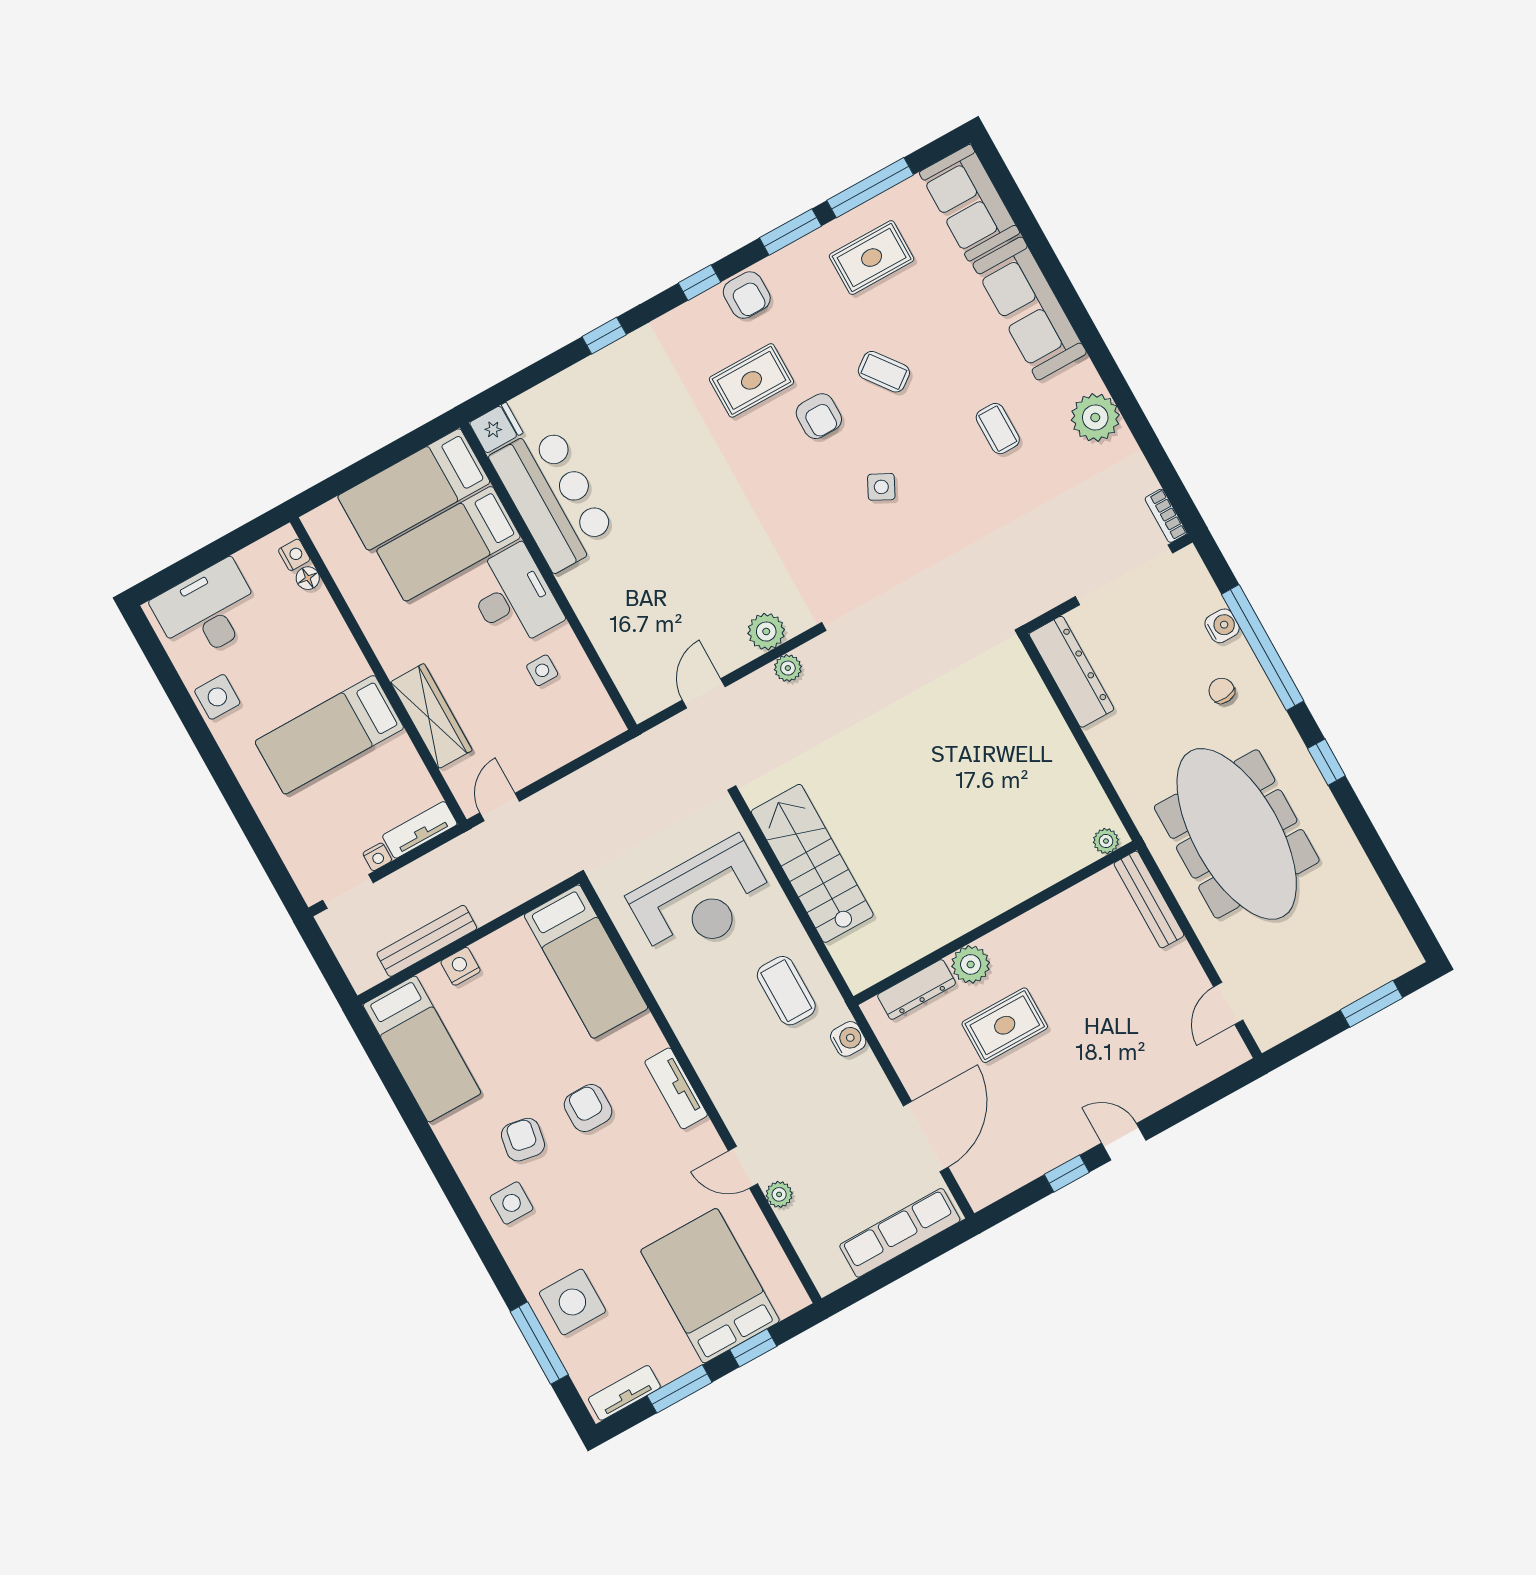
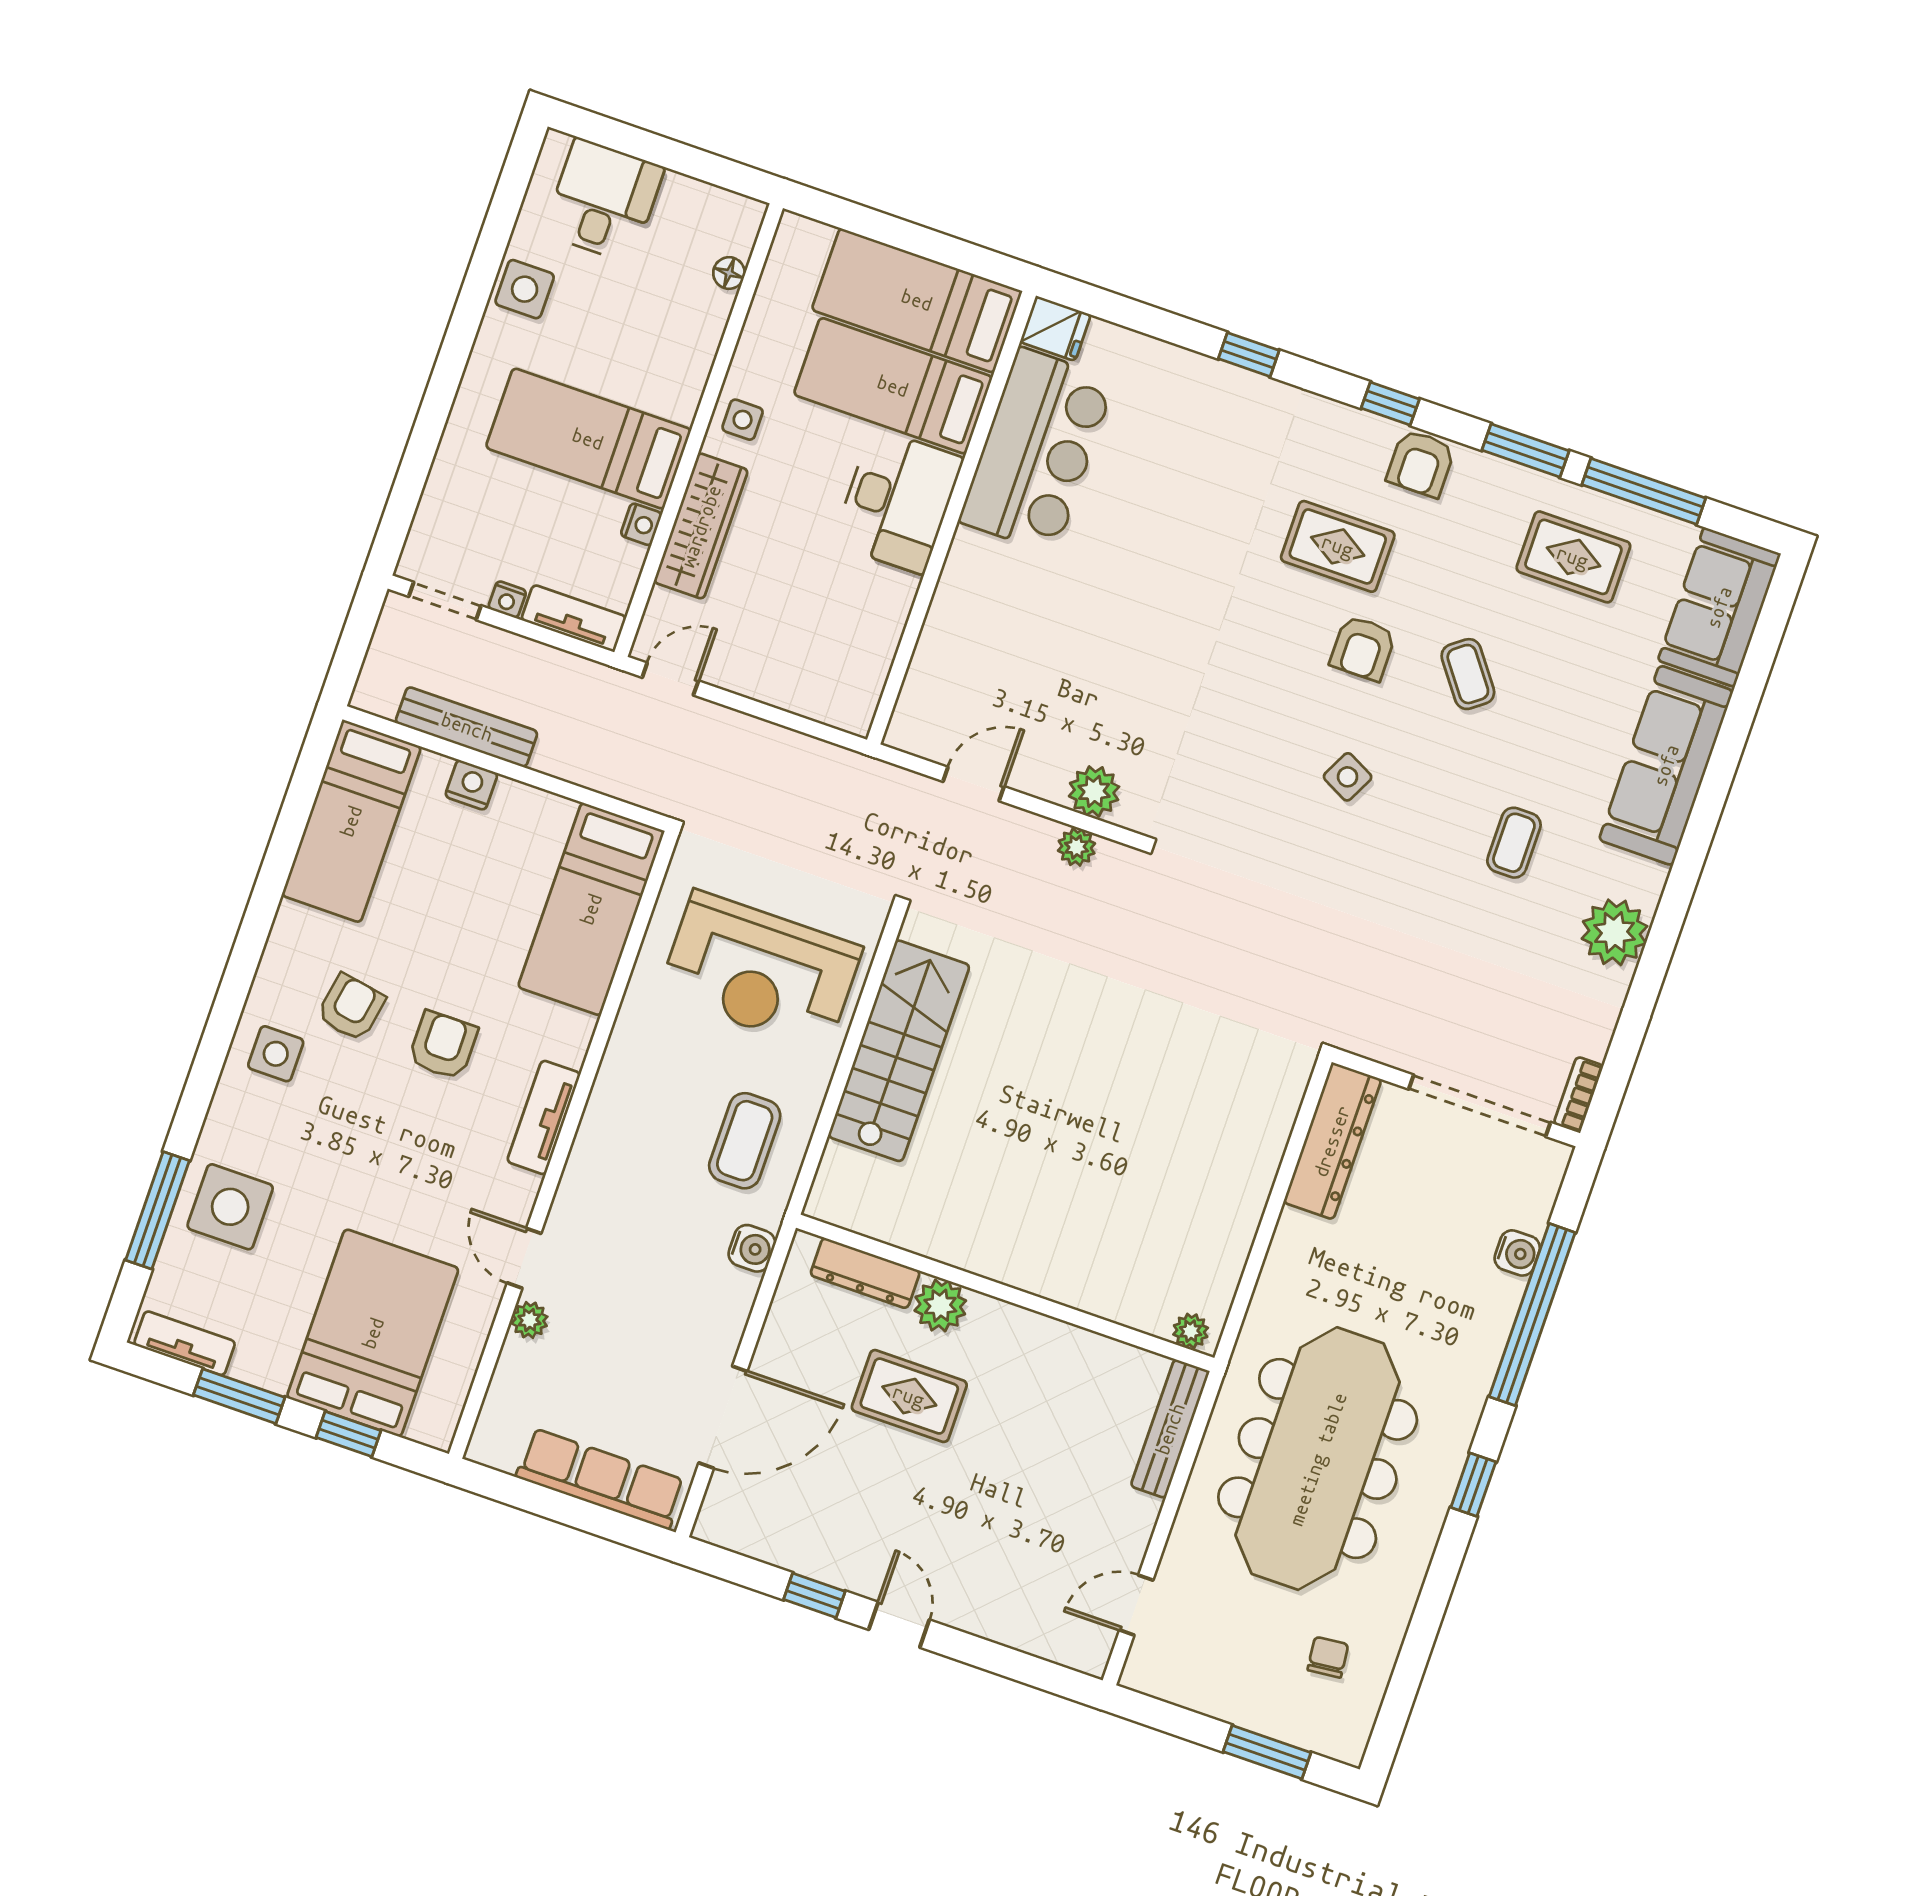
nightstand: (294, 555) -> (641, 524), moved
desk: (208, 611) -> (604, 200), width x0.73
side table: (542, 670) -> (743, 420), moved
chair: (1222, 691) -> (1328, 1657), moved

